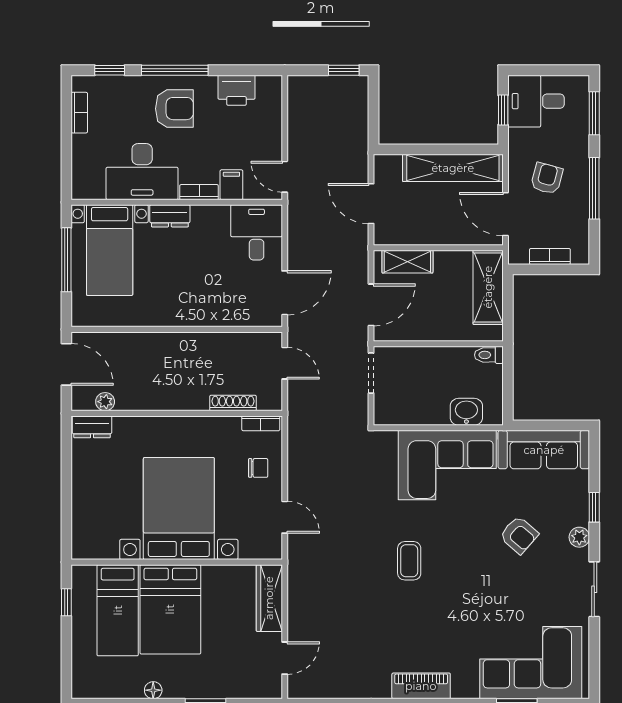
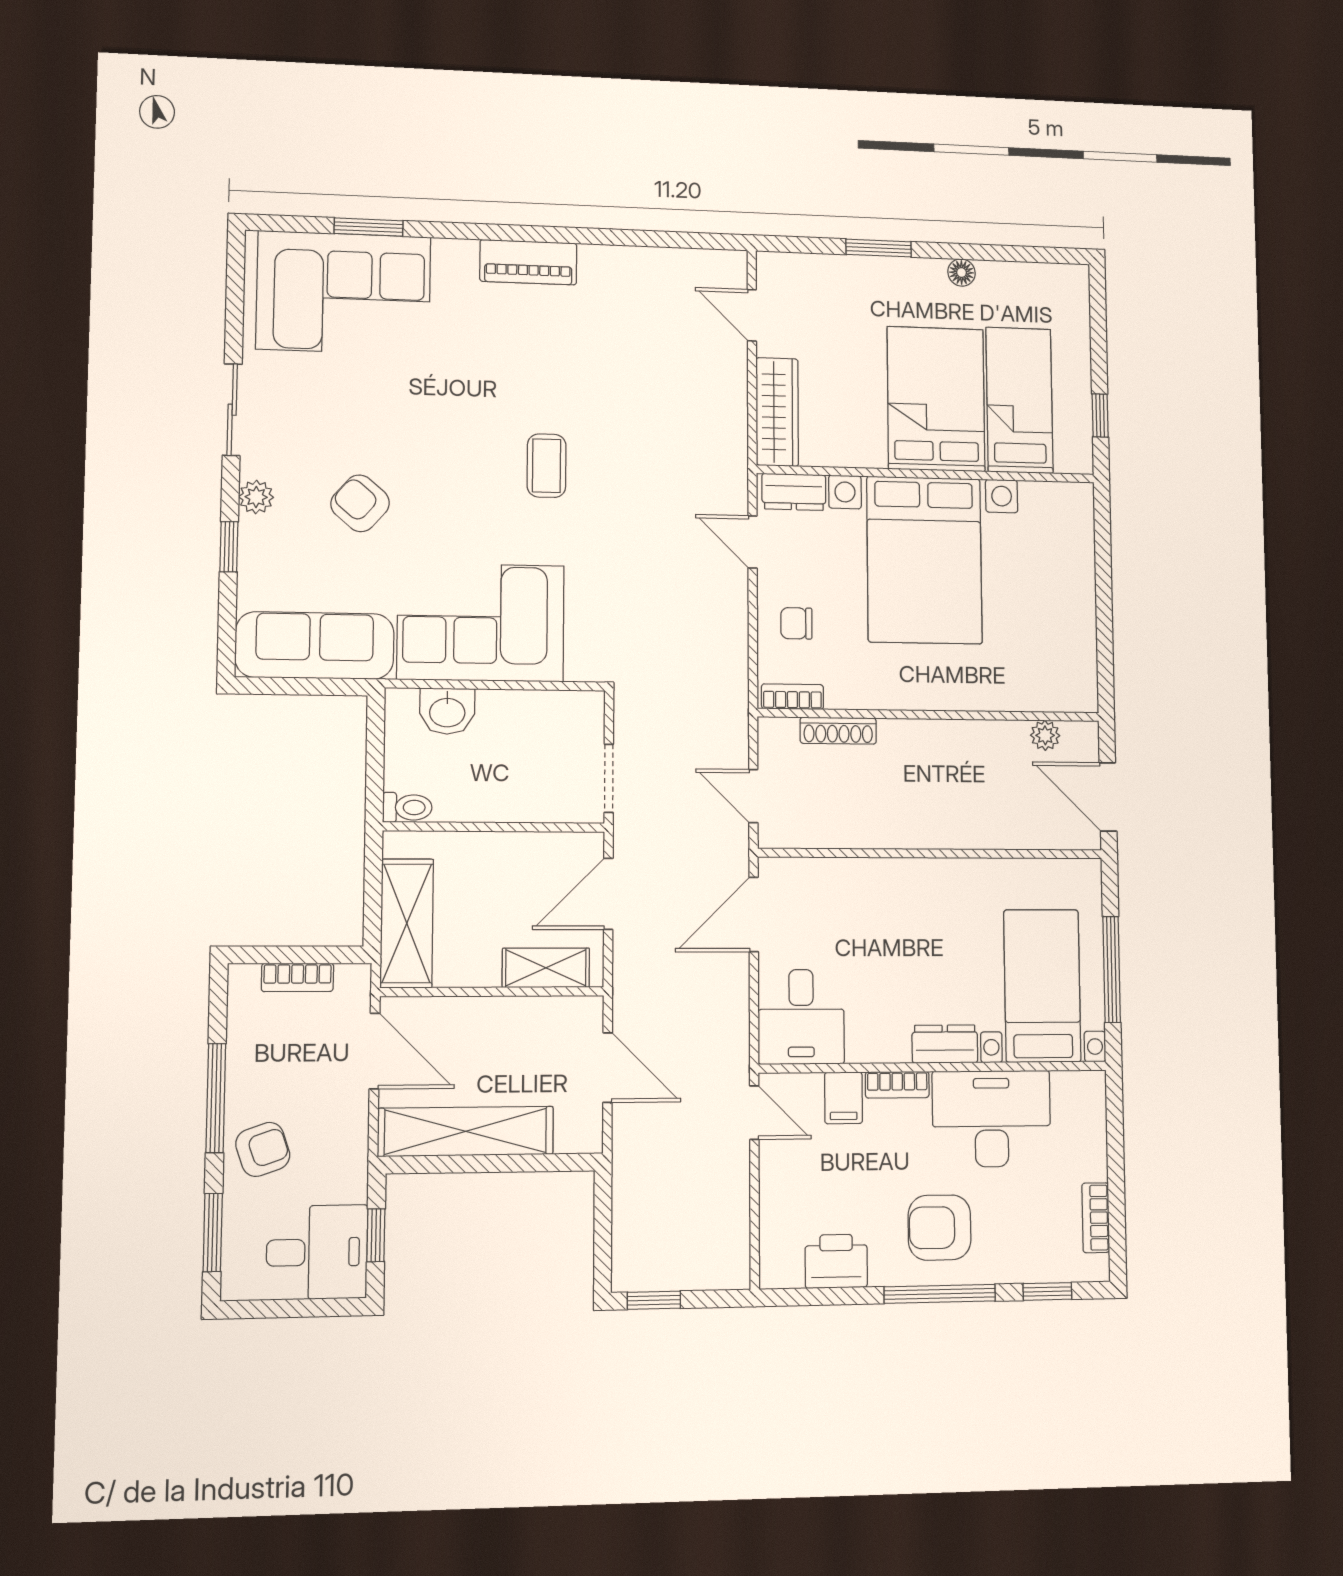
armchair: (547, 178) -> (263, 1149), moved, turned -124
dresser: (92, 427) -> (794, 492), moved, turned 180
door: (285, 658) -> (752, 315), hinge flipped

